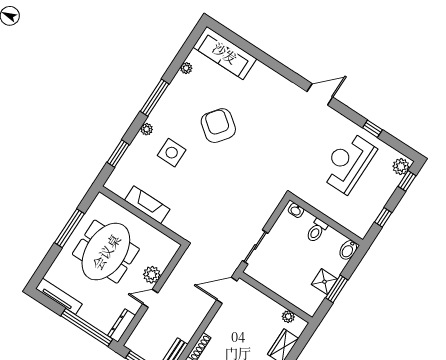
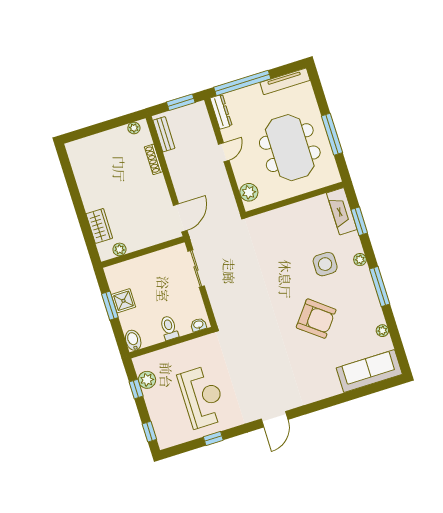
plant: (401, 167) -> (147, 380), moved
fireplace: (147, 205) -> (342, 211), moved, turned 90
plant: (152, 275) -> (249, 192), moved

